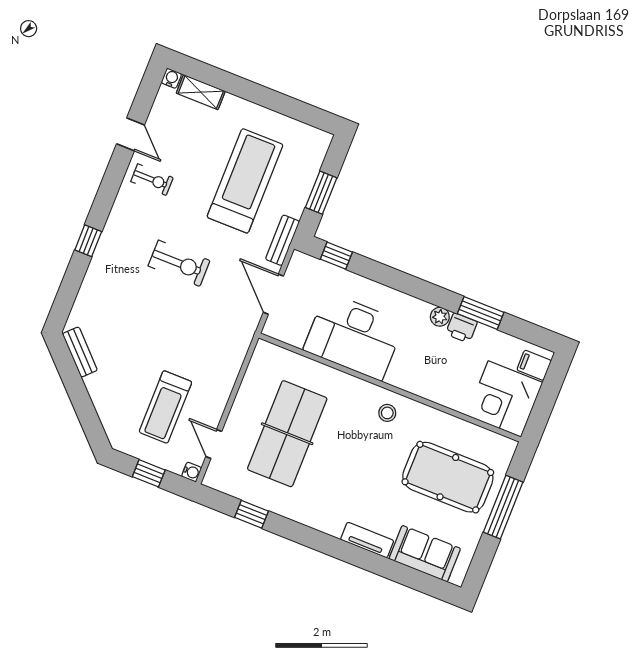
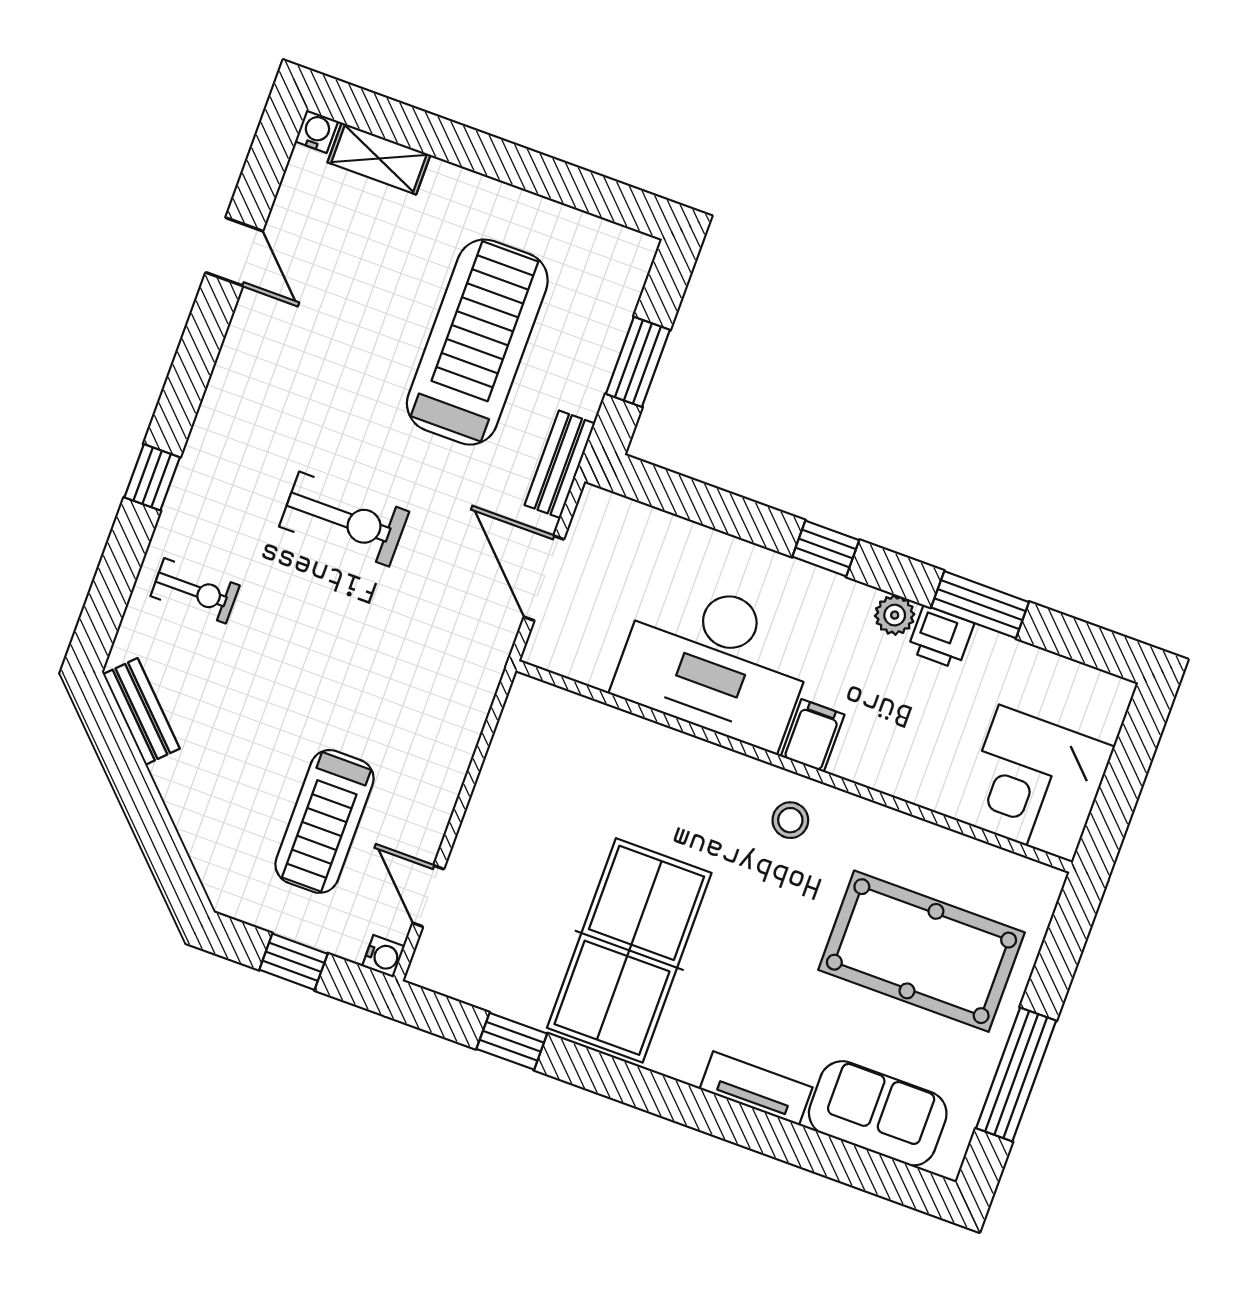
exercise bike: (152, 180) -> (195, 591), moved
window: (336, 256) -> (826, 548), moved
filing cabinet: (534, 365) -> (813, 736), moved, turned 90
table tennis table: (287, 434) -> (629, 950), moved
window: (503, 507) -> (1016, 1074), moved

